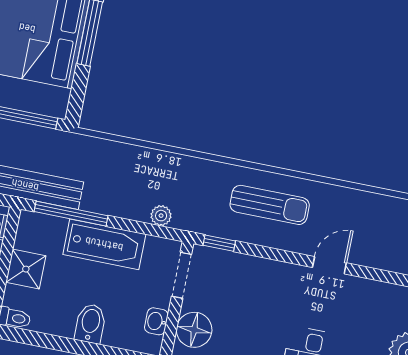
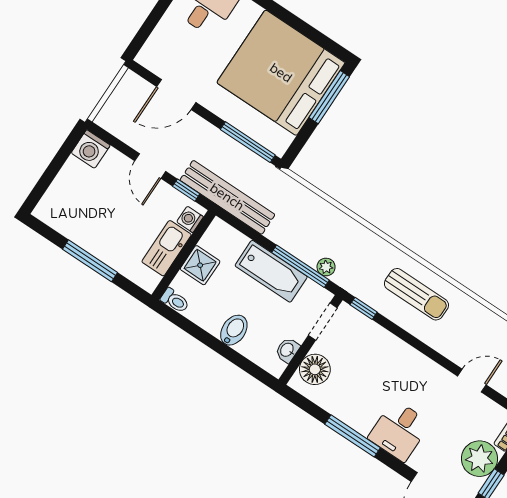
window: (71, 214) -> (300, 266), moved
door: (329, 265) -> (472, 381), moved

